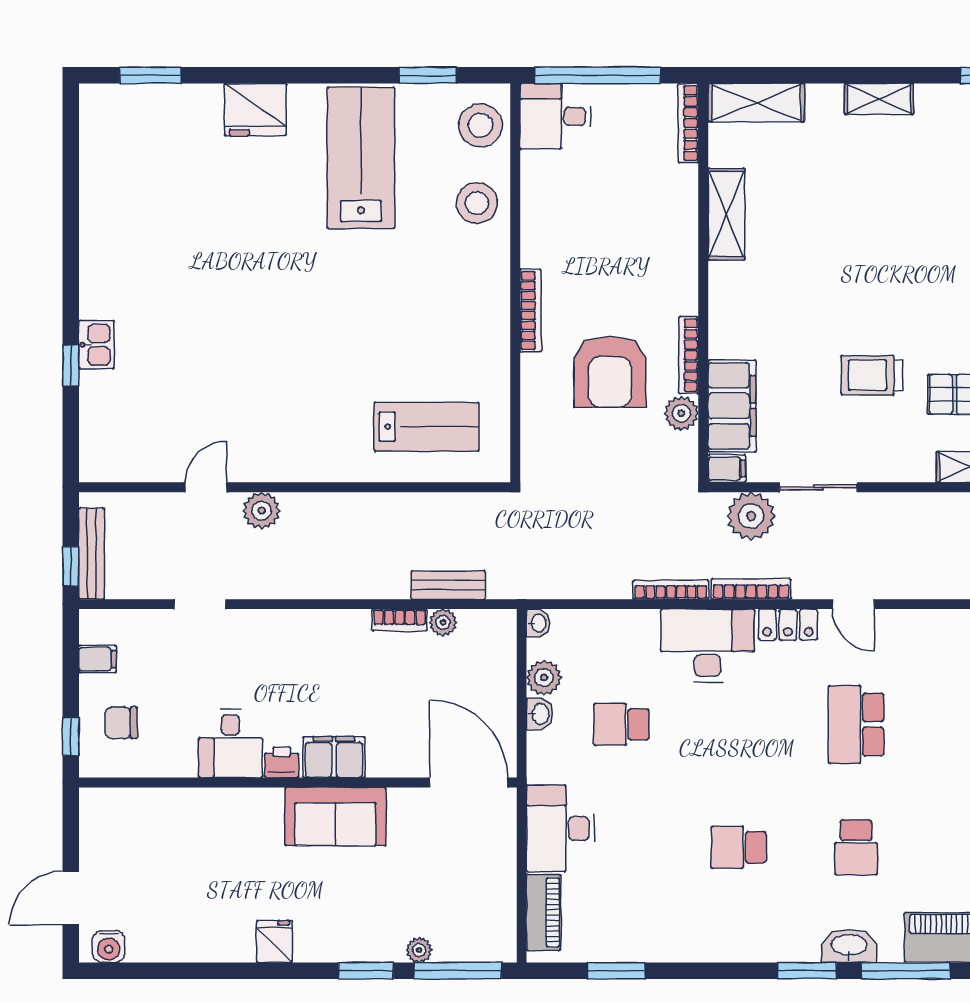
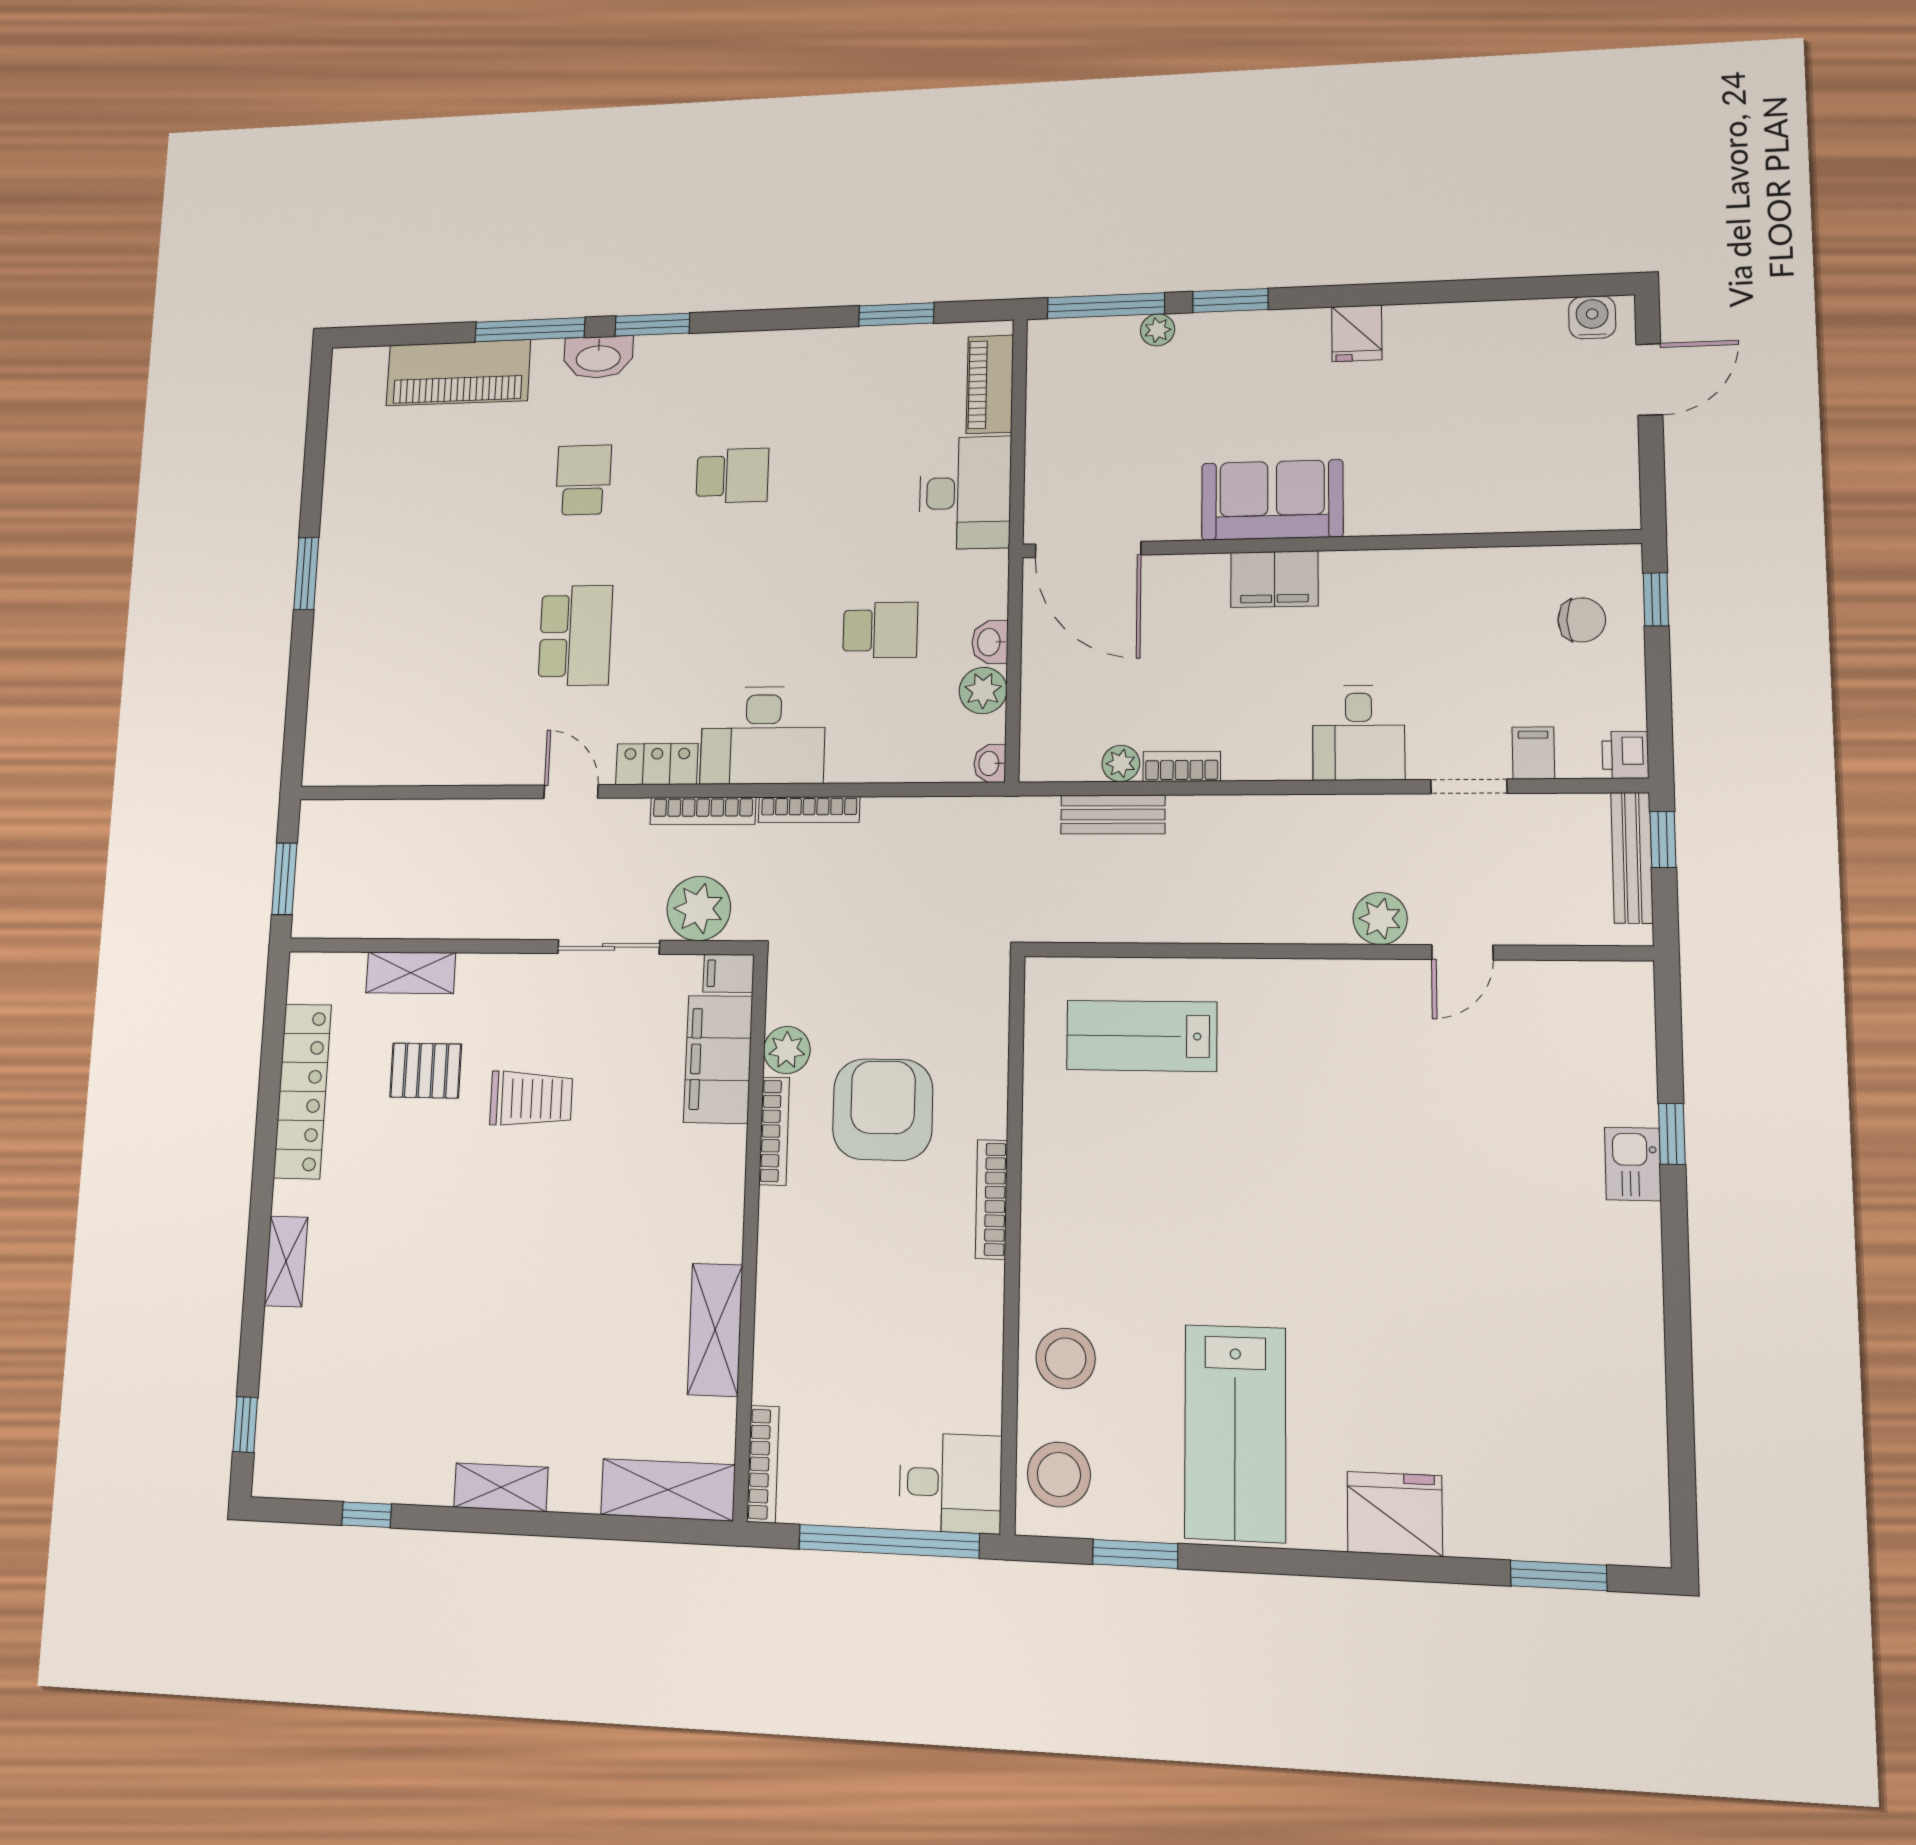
filing cabinet: (97, 659) -> (1533, 753), moved, turned 90
desk: (230, 743) -> (1359, 733), moved, turned 180
printer: (282, 762) -> (1625, 755), moved, turned 90

